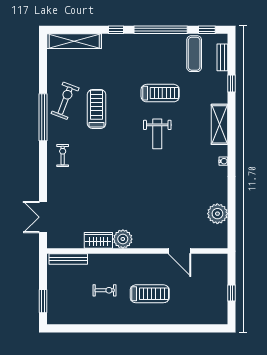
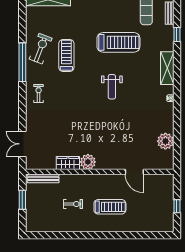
treadmill: (160, 93) -> (118, 42), width x1.37, depth x1.38
weight bench: (157, 134) -> (112, 87), moved
window: (43, 301) -> (22, 200), moved

